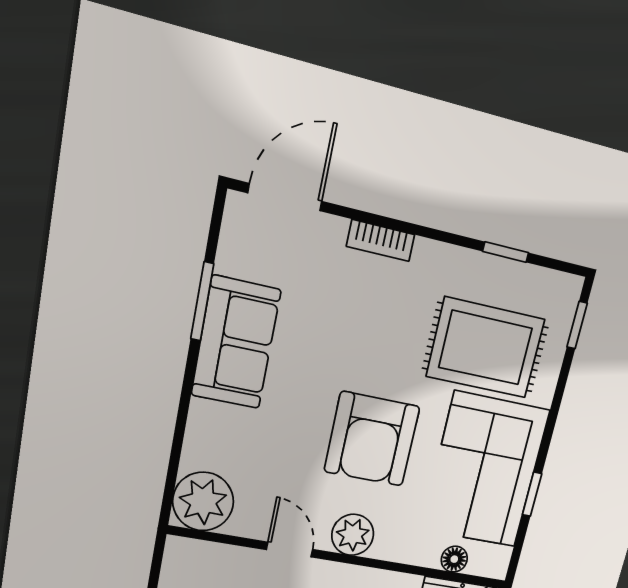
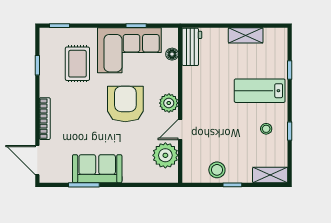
bookcase: (381, 240) -> (45, 119), width x1.56
rug: (486, 348) -> (77, 64), width x0.73, depth x0.70
armchair: (372, 439) -> (125, 104), turned -90
plant: (203, 501) -> (165, 155), moved

